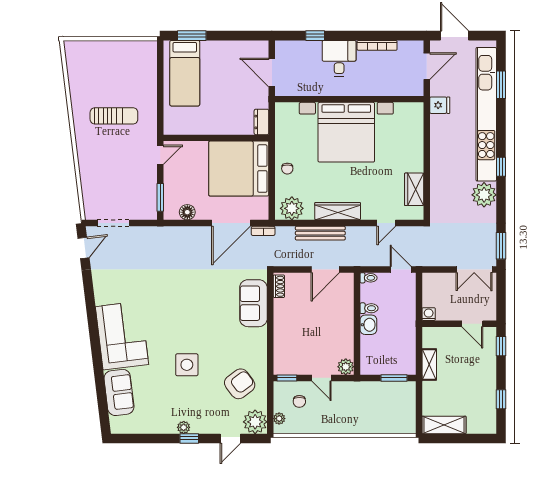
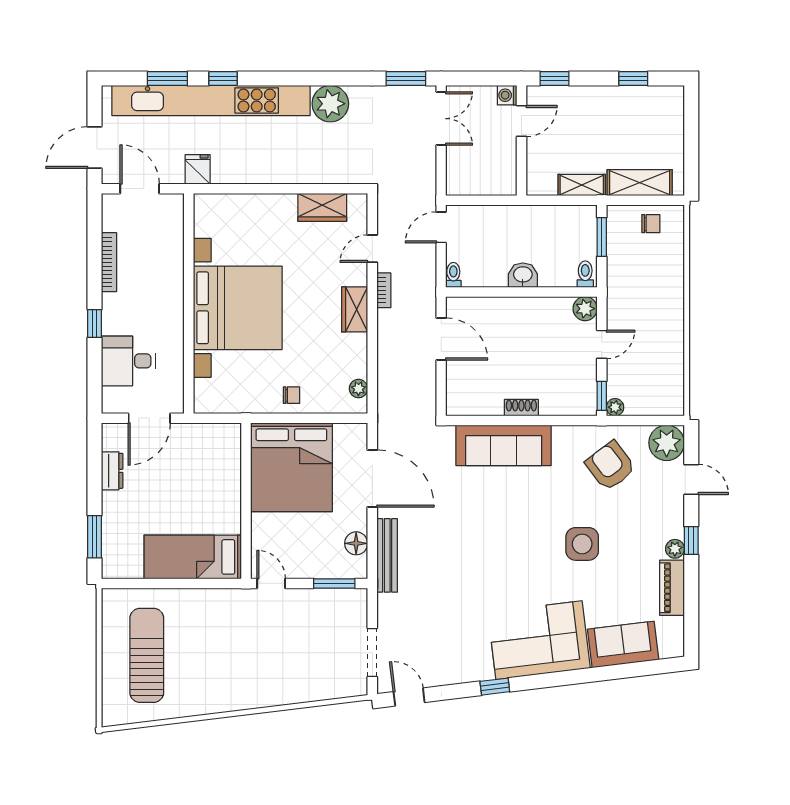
window: (315, 36) -> (95, 324), moved
desk: (339, 58) -> (128, 361), moved
bed: (185, 73) -> (193, 557), moved, turned 180
sun lounger: (114, 116) -> (147, 655), moved, width x1.36, depth x1.34
dresser: (261, 122) -> (112, 471), moved, turned -90
window: (501, 167) -> (223, 79), moved
plant: (292, 208) -> (358, 389), width x0.53, depth x0.53
wardrobe: (338, 211) -> (355, 309), width x0.67
door: (386, 223) -> (372, 249), swing flipped
bookcase: (263, 231) -> (384, 290), moved
bench: (320, 233) -> (387, 555), moved
shoe rack: (279, 286) -> (521, 408), moved
sofa: (253, 303) -> (504, 445), width x1.36
window: (91, 306) -> (495, 687), added
toilet: (369, 308) -> (585, 274), moved
washing machine: (429, 314) -> (507, 95), moved
chair: (299, 401) -> (651, 224), moved
plant: (279, 419) -> (615, 407), moved
piano: (157, 425) -> (672, 588), added
shelving: (444, 425) -> (640, 183), moved, turned 90

